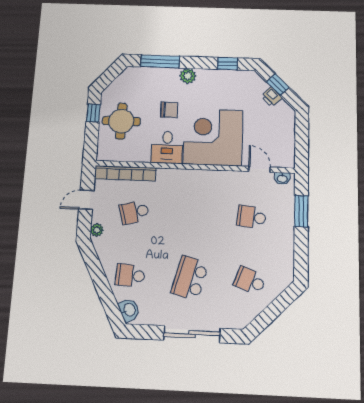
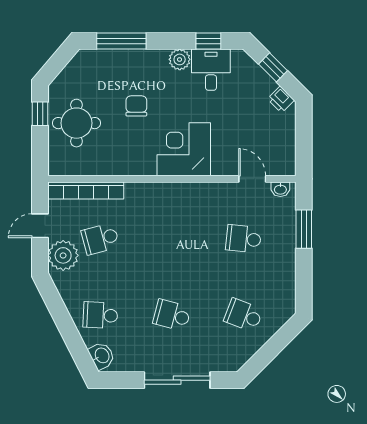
plant: (188, 76) -> (180, 59), moved
printer: (272, 97) -> (281, 100), moved
chair: (169, 110) -> (136, 106), turned -90
corner desk: (213, 137) -> (184, 149), width x0.74, depth x0.74
desk: (167, 147) -> (211, 70), moved, turned 180
plant: (97, 230) -> (63, 255), width x1.88, depth x1.88
school desk: (190, 278) -> (172, 315), width x0.54

